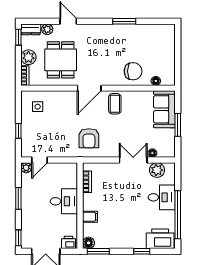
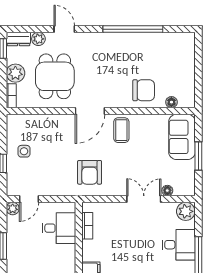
window: (124, 21) -> (133, 29), width x2.11
side table: (38, 107) -> (24, 151), moved
plant: (157, 170) -> (186, 211), moved
desk: (64, 201) -> (59, 228), moved

